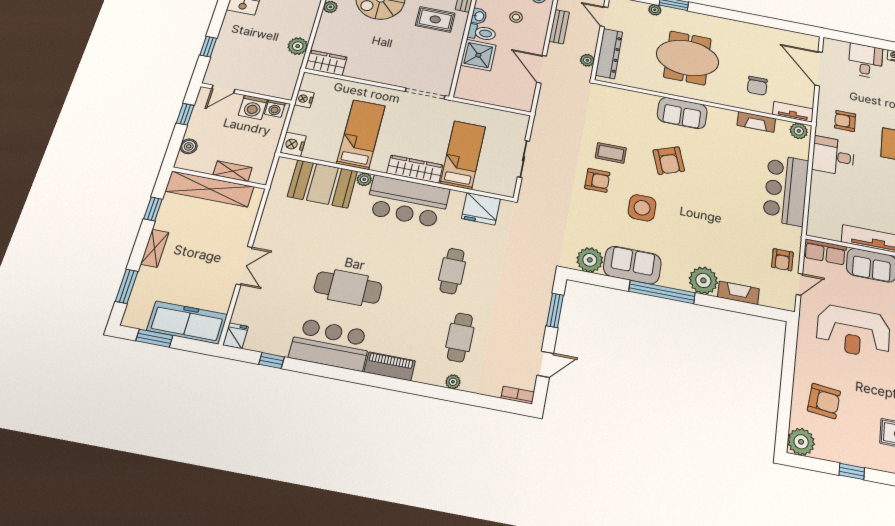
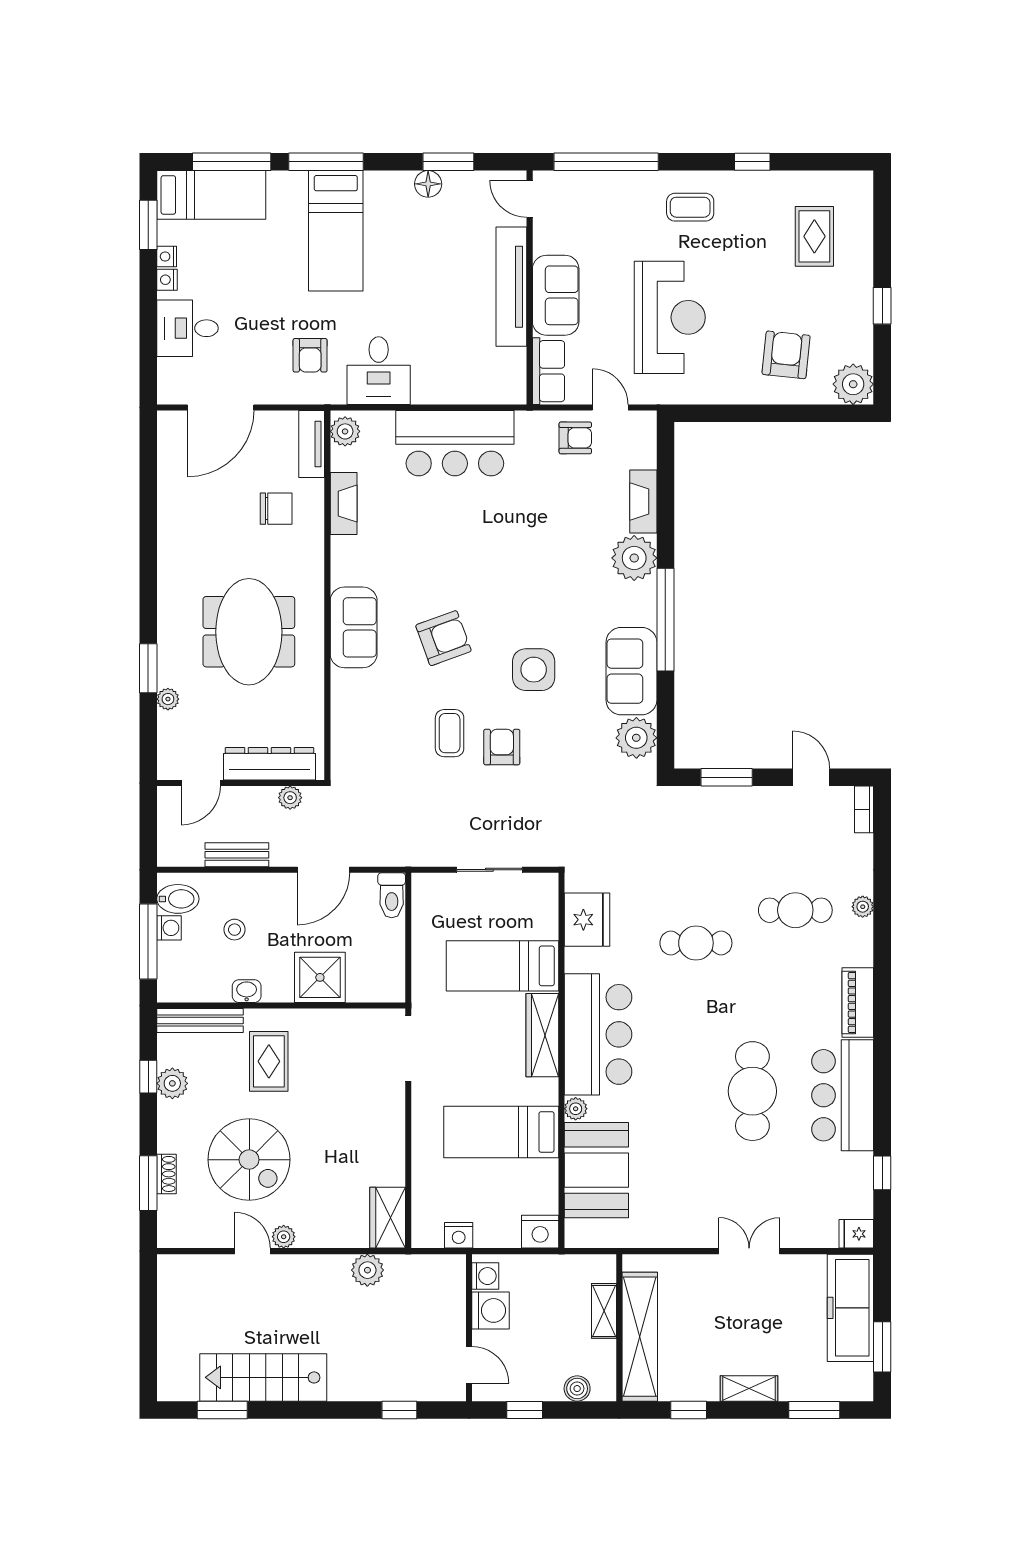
toilet: (482, 33) -> (392, 895), moved, turned 180

